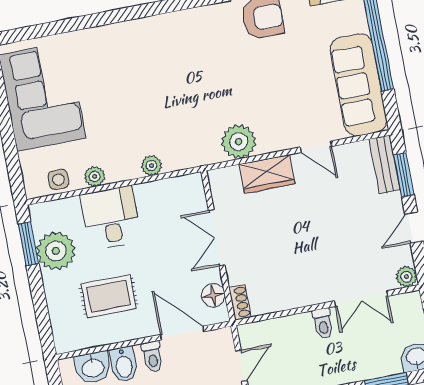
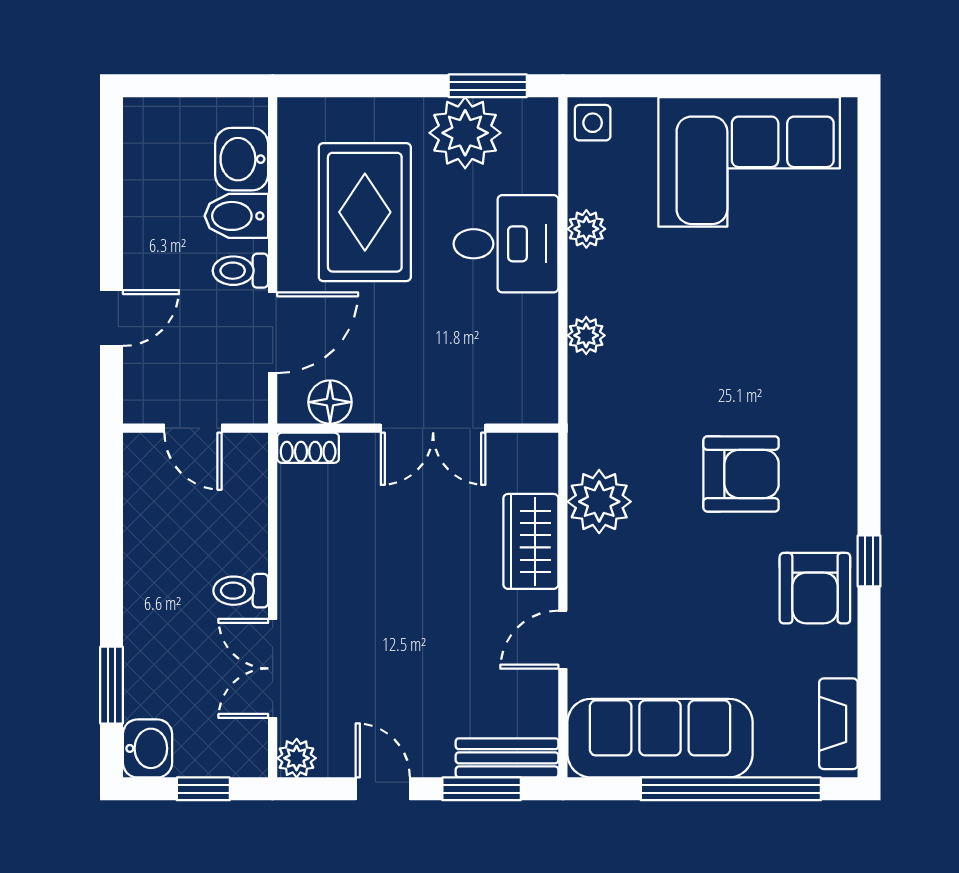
armchair: (209, 69) -> (741, 474), added
side table: (58, 180) -> (593, 123), moved
double door: (217, 238) -> (433, 428), swing flipped
rug: (108, 296) -> (365, 212), width x1.36, depth x1.43

